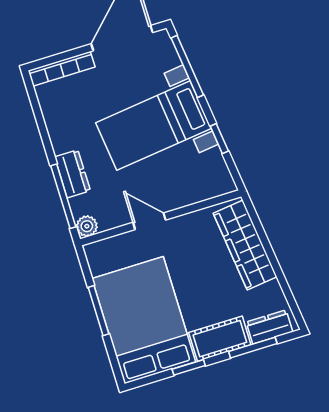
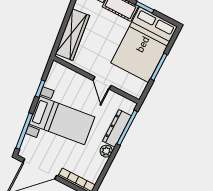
dresser: (73, 174) -> (117, 128), width x1.44
plant: (87, 226) -> (106, 151), moved

